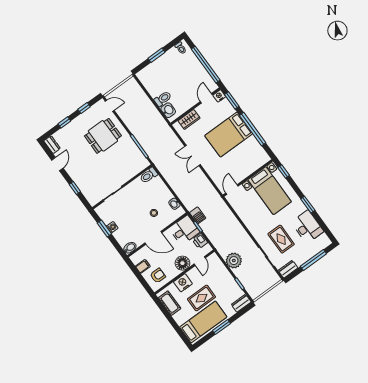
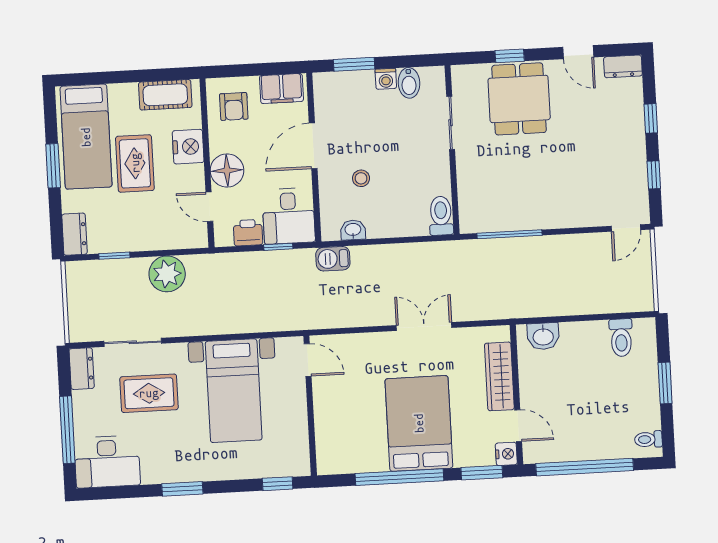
toilet: (163, 99) -> (621, 338), moved
wardrobe: (189, 119) -> (499, 376), width x1.50
dining table: (103, 136) -> (519, 99), moved
bed with nightstands: (270, 191) -> (234, 391), moved, turned -90
barbecue: (198, 215) -> (333, 259), moved
desk: (307, 227) -> (107, 462), moved
window: (104, 228) -> (354, 64), moved
bidet: (130, 248) -> (409, 83), moved
filing cabinet: (143, 266) -> (281, 89), width x2.00

